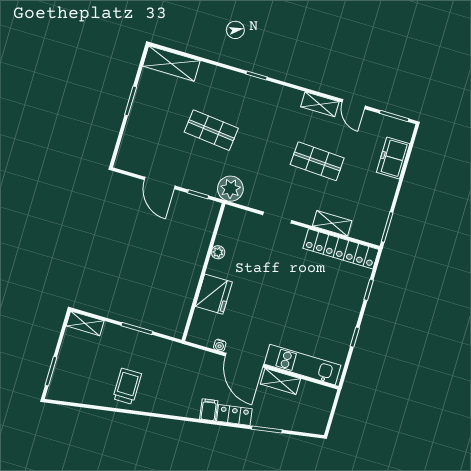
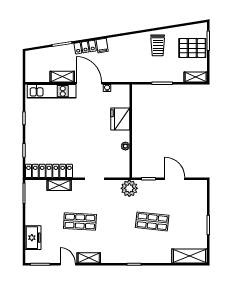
pallet: (78, 367) -> (192, 48), added

